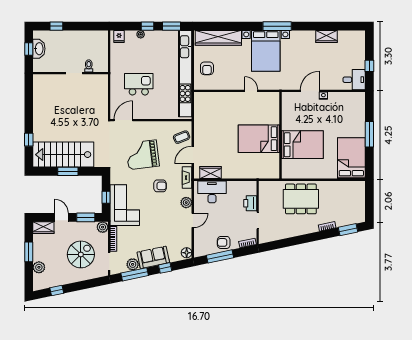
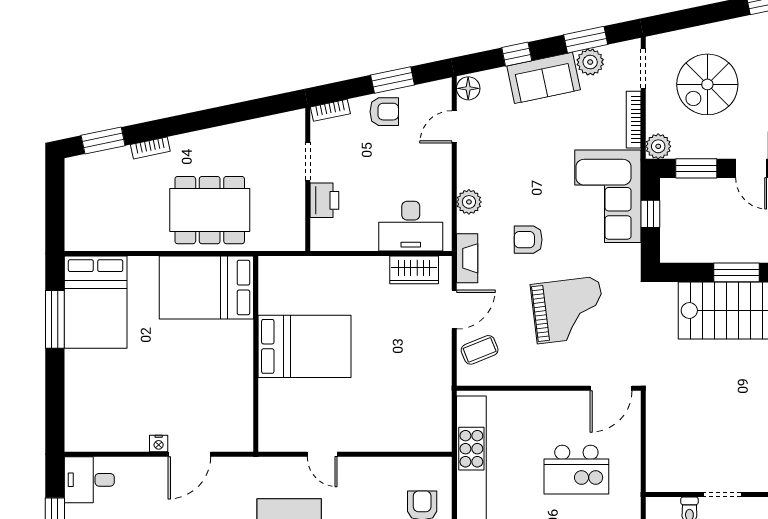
window: (369, 134) -> (55, 319), moved
bed: (302, 145) -> (206, 288), moved
door: (193, 220) -> (454, 127), moved
window: (220, 256) -> (393, 80), width x0.69
window: (135, 274) -> (586, 40), width x0.69

